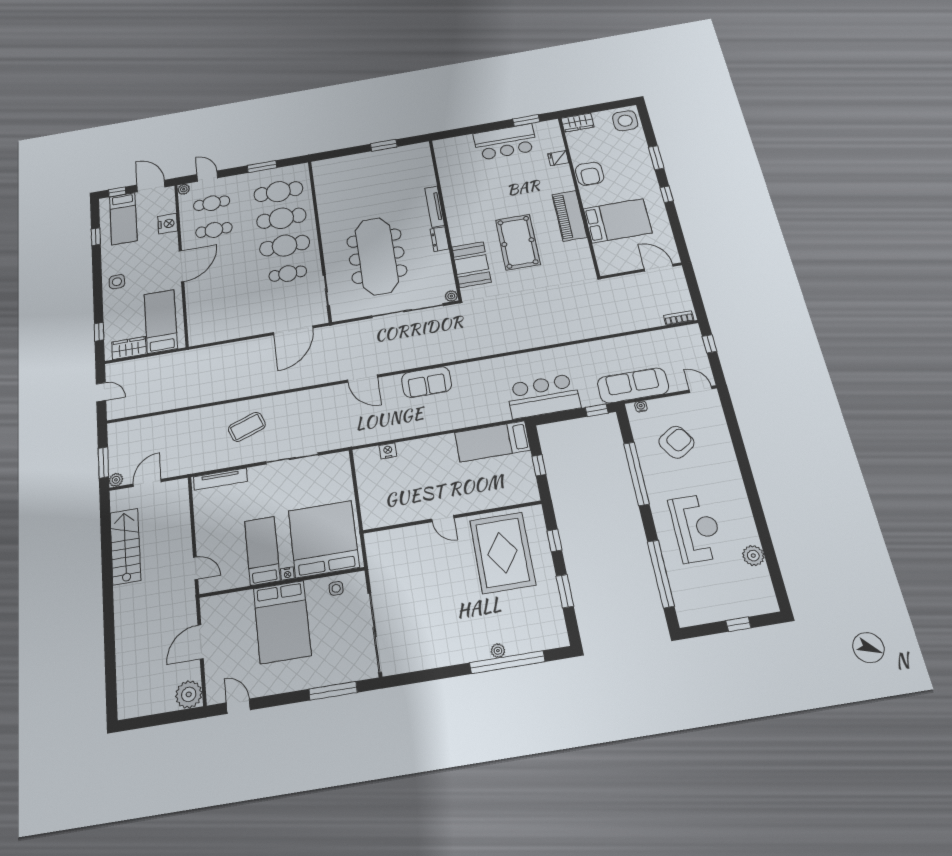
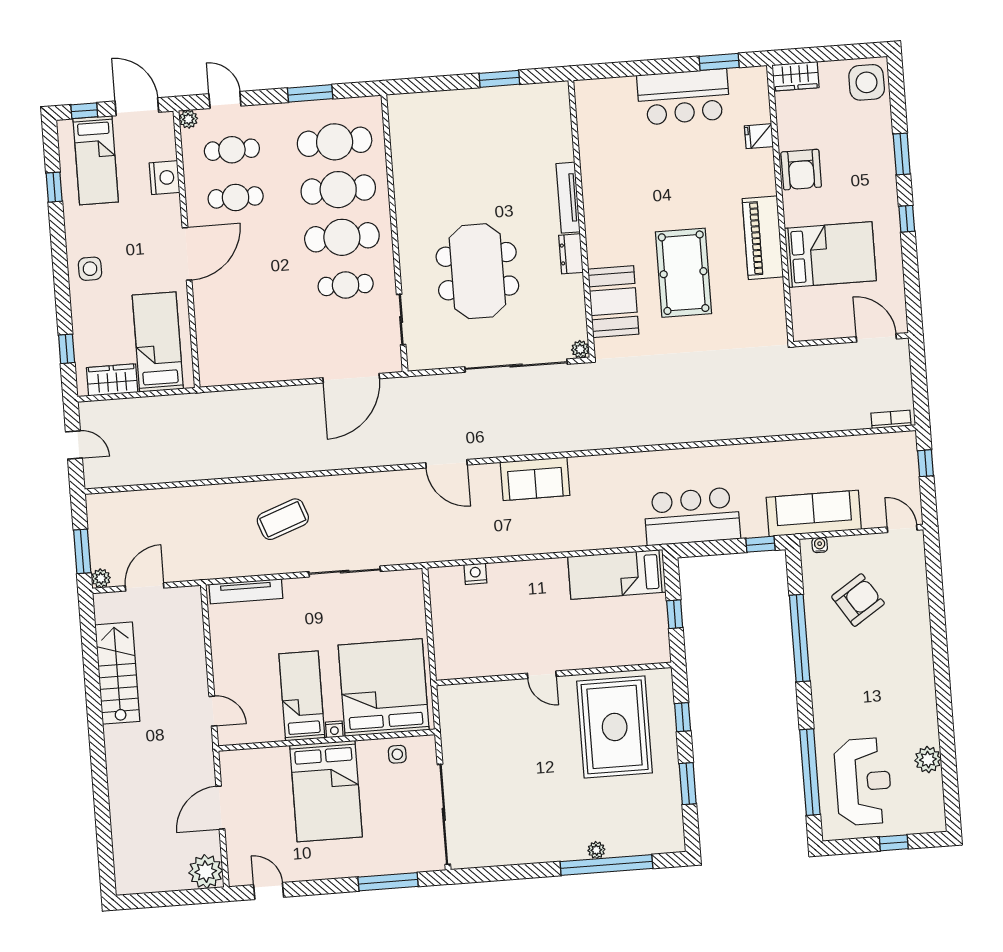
meeting table: (377, 256) -> (477, 271), width x0.73
reception desk: (696, 528) -> (863, 782), moved

